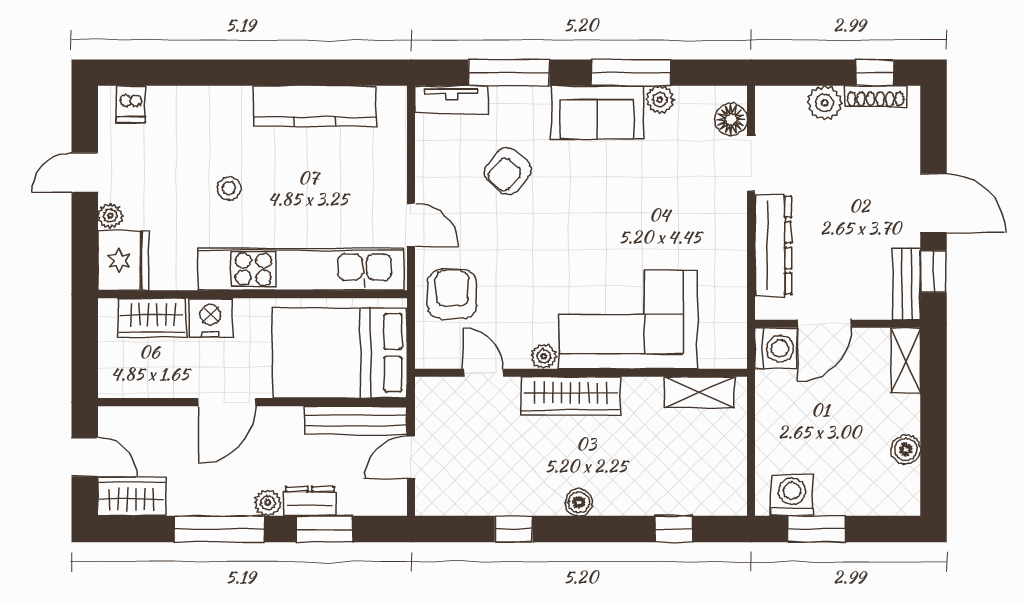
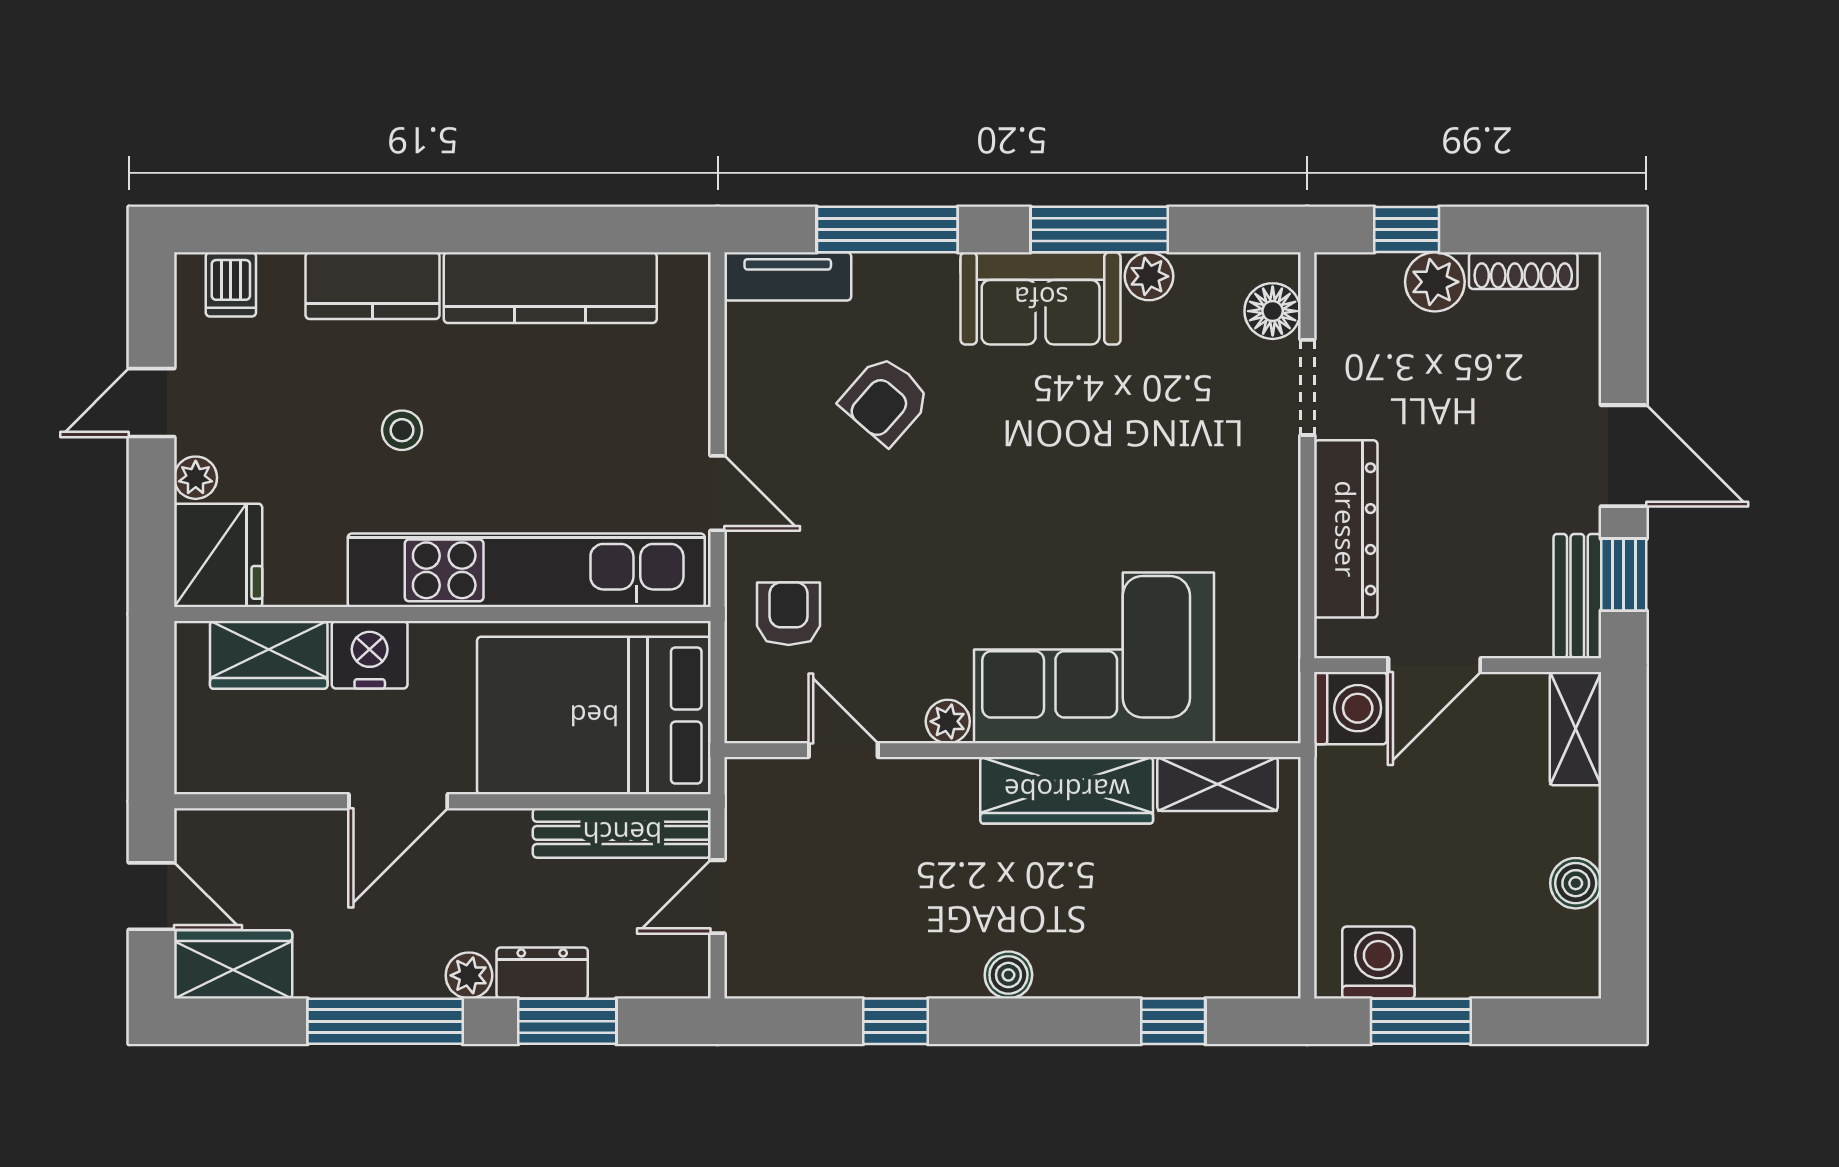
window: (875, 73) -> (1407, 230), moved
kitchen counter: (212, 105) -> (373, 286), added
armchair: (452, 294) -> (789, 614), width x0.72, depth x0.72
wardrobe: (570, 396) -> (1067, 790), moved

